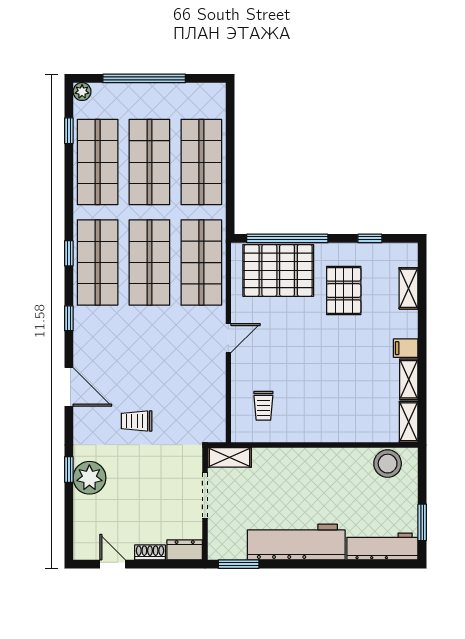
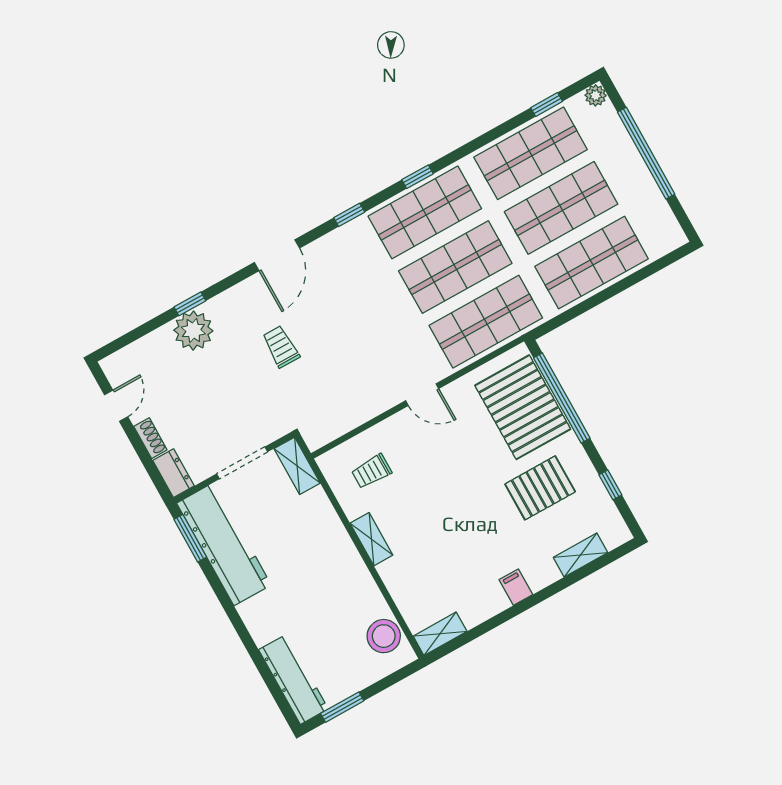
shelving: (409, 379) -> (371, 539), moved, turned 90
workbench: (296, 542) -> (224, 544), moved

